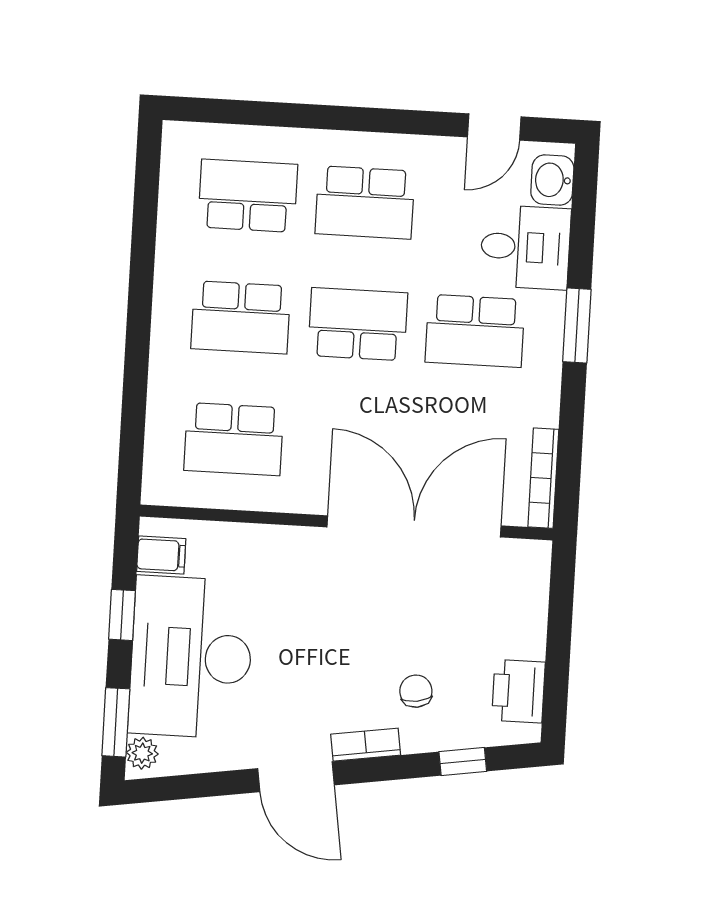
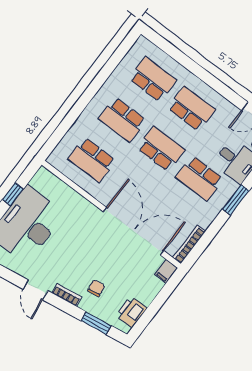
school desk: (365, 202) -> (191, 109), turned 180
filing cabinet: (161, 555) -> (166, 271), moved, turned 90
window: (463, 761) -> (96, 323), width x1.50
door: (296, 777) -> (35, 290), width x0.73

